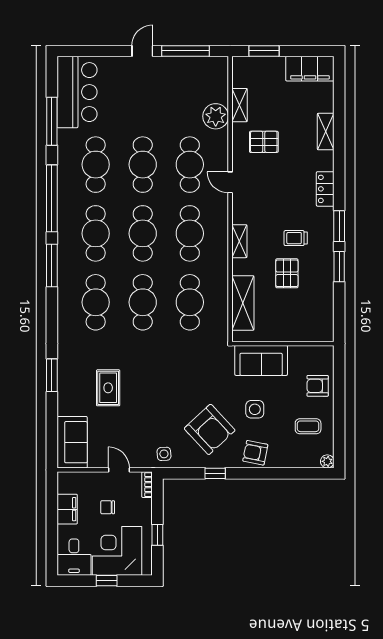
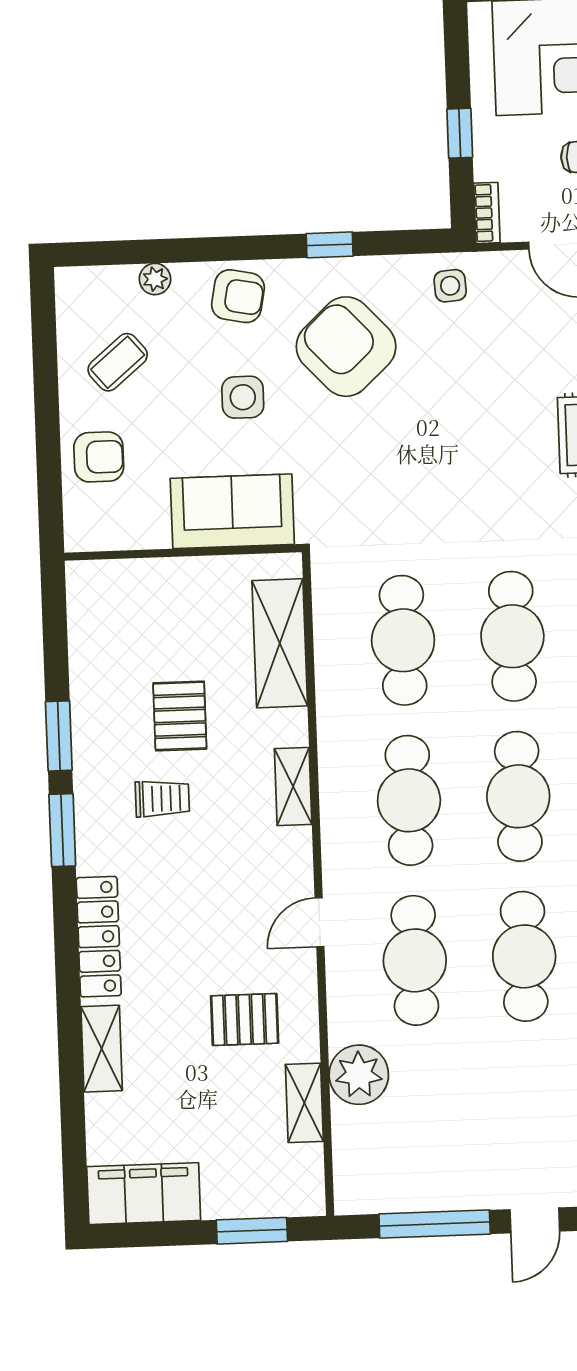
door: (230, 182) -> (319, 922), swing flipped
locker: (325, 189) -> (99, 937), width x1.53
coffee table: (308, 426) -> (118, 362), turned -40
plant: (327, 461) -> (155, 279), moved
window: (157, 535) -> (460, 133), moved

